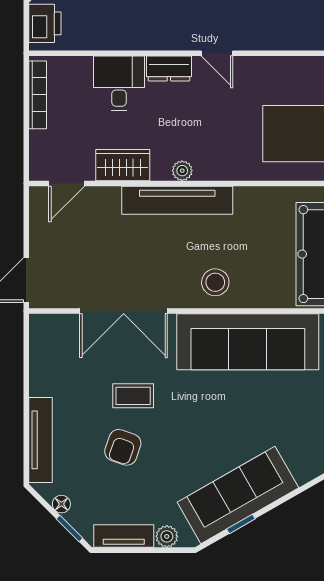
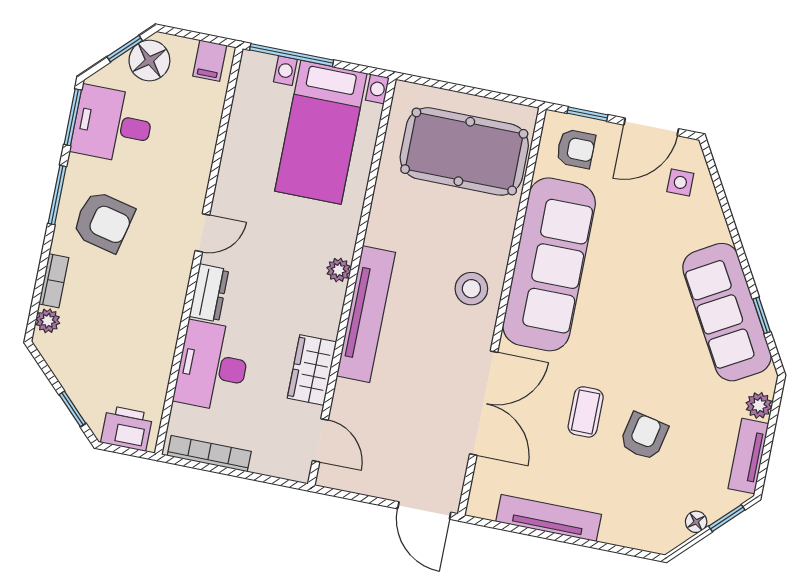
desk: (119, 83) -> (212, 366), width x1.37
plant: (182, 171) -> (339, 270), moved
tv unit: (40, 440) -> (549, 518), moved
armchair: (123, 447) -> (644, 436), turned -97

